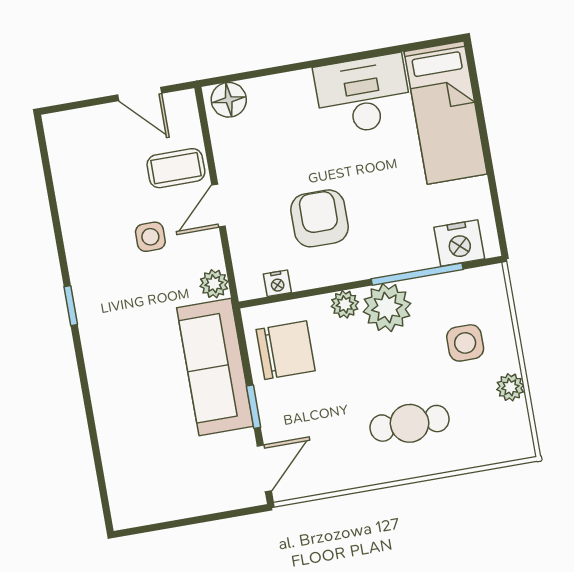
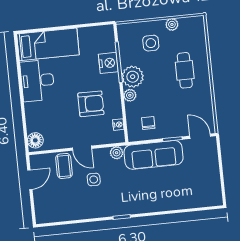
armchair: (319, 218) -> (91, 104), turned 180
nightstand: (459, 243) -> (108, 63), moved
chair: (286, 350) -> (148, 123), width x0.54, depth x0.54

